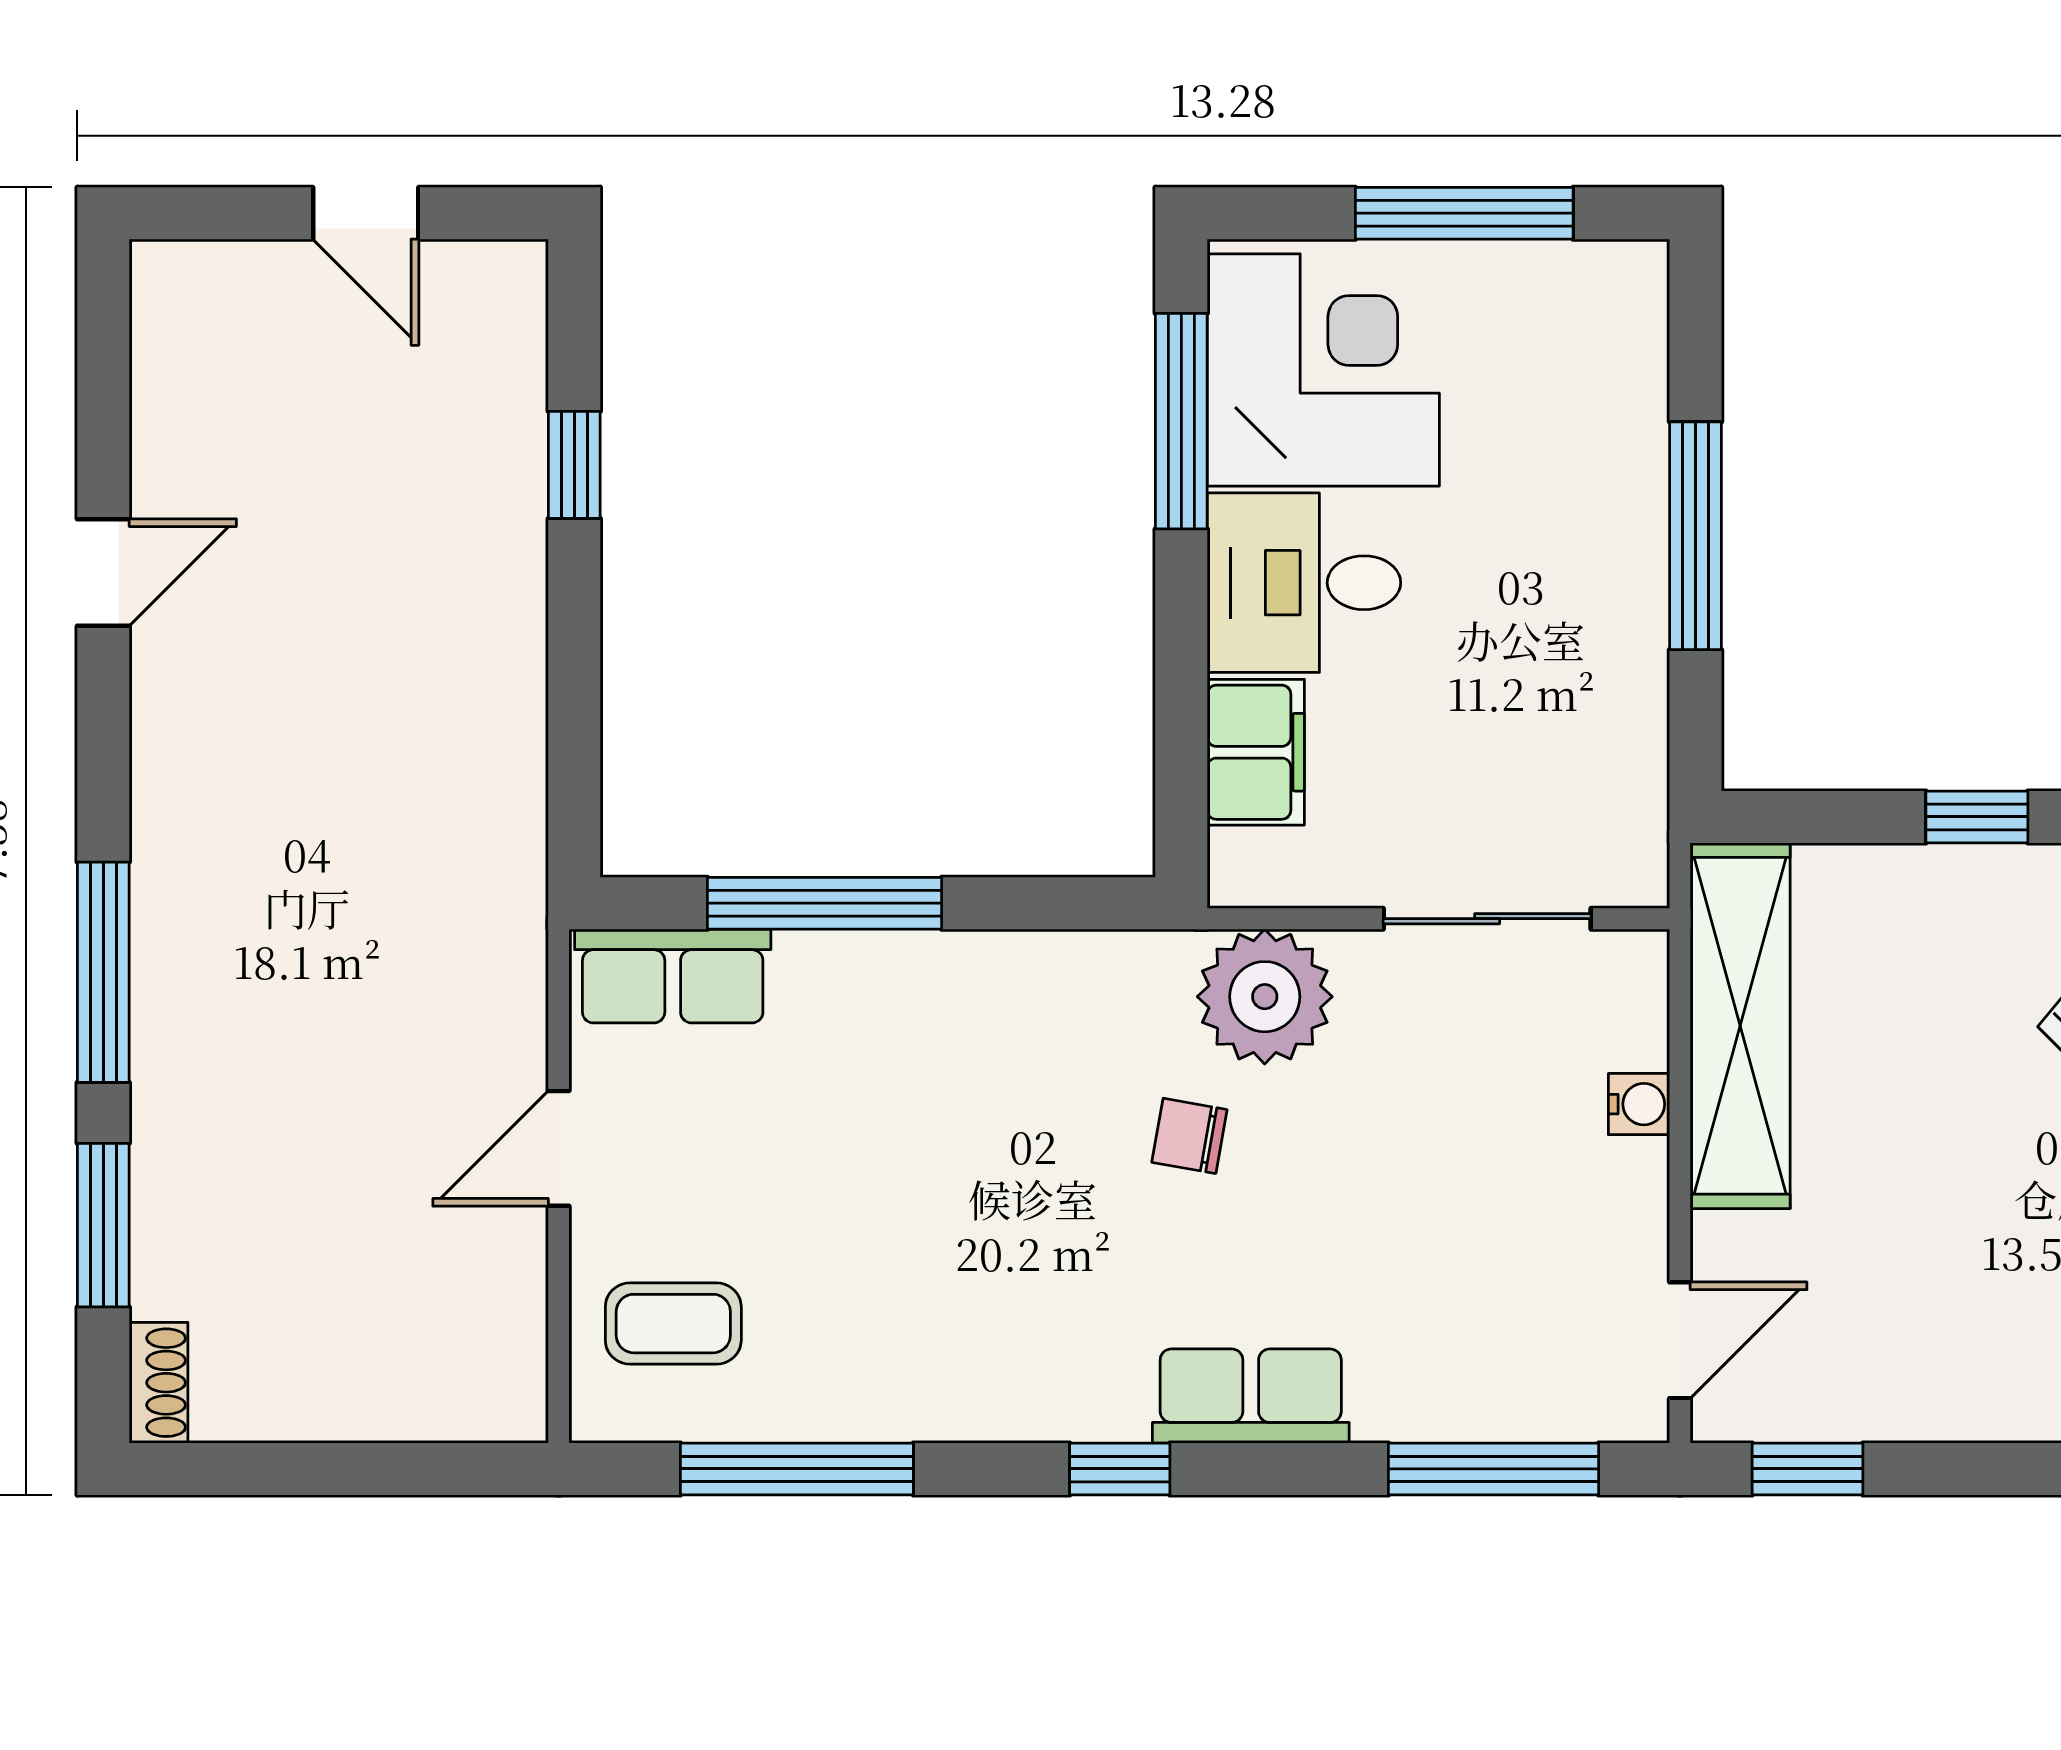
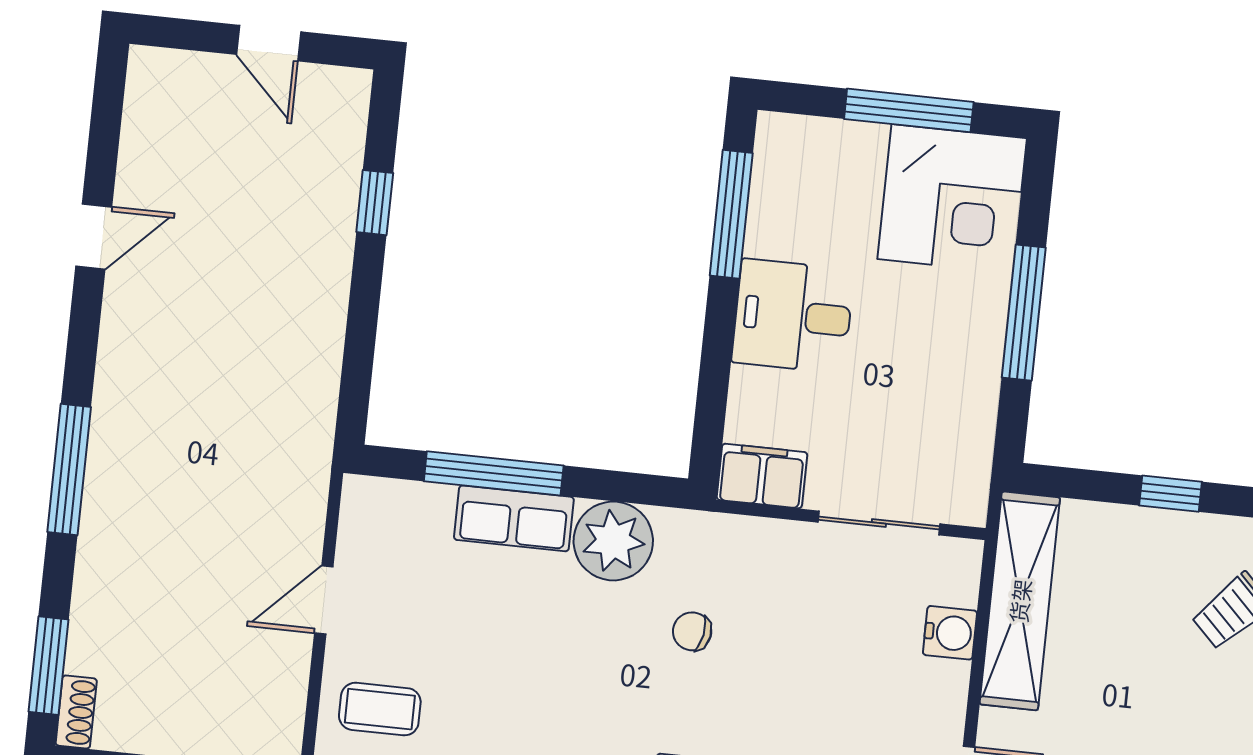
corner desk: (1323, 370) -> (952, 199), moved, turned 90
filing cabinet: (1256, 752) -> (762, 476), moved, turned -90
row of seats: (673, 976) -> (514, 518), moved
plant: (1265, 997) -> (613, 541), moved
water cooler: (1639, 1104) -> (950, 633), width x1.38, depth x1.38
window: (103, 1225) -> (49, 666), moved

